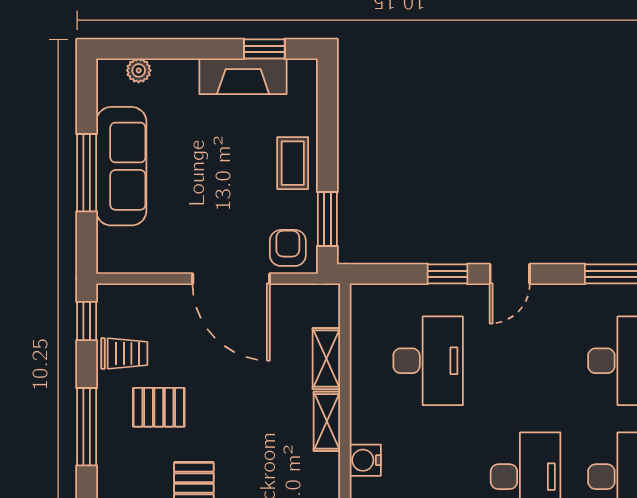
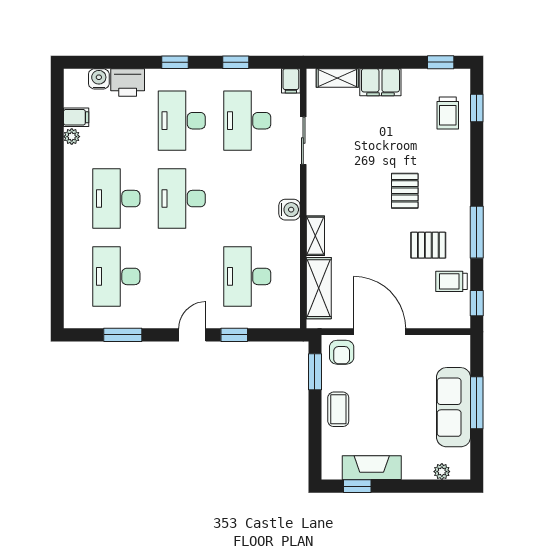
shelving: (326, 359) -> (319, 288), width x1.50, depth x1.33

